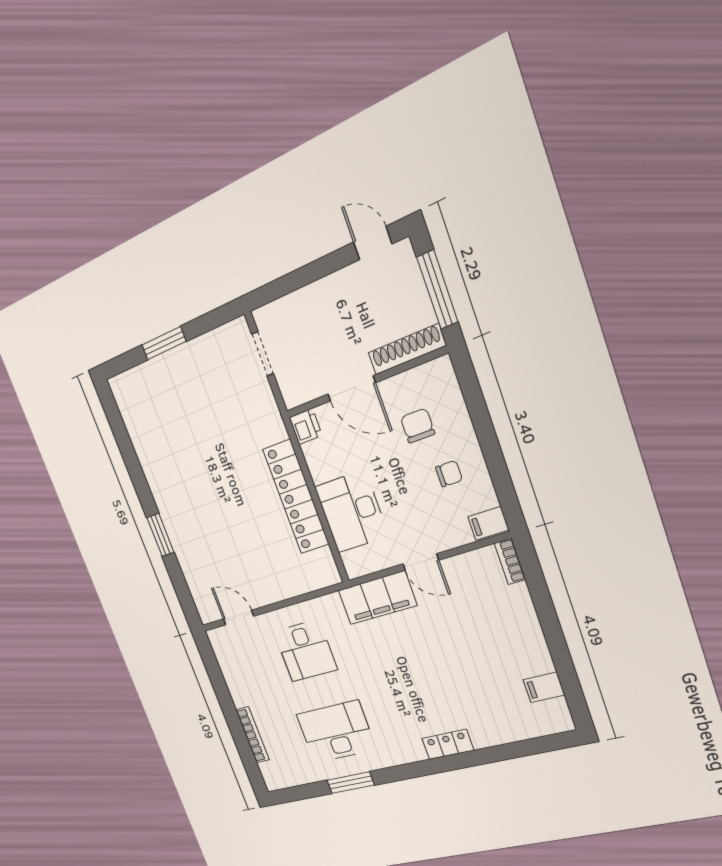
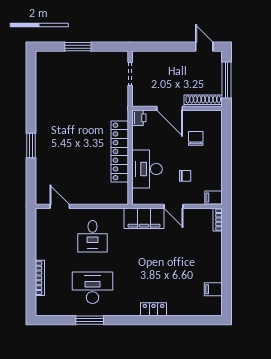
chair: (449, 474) -> (185, 176), moved

